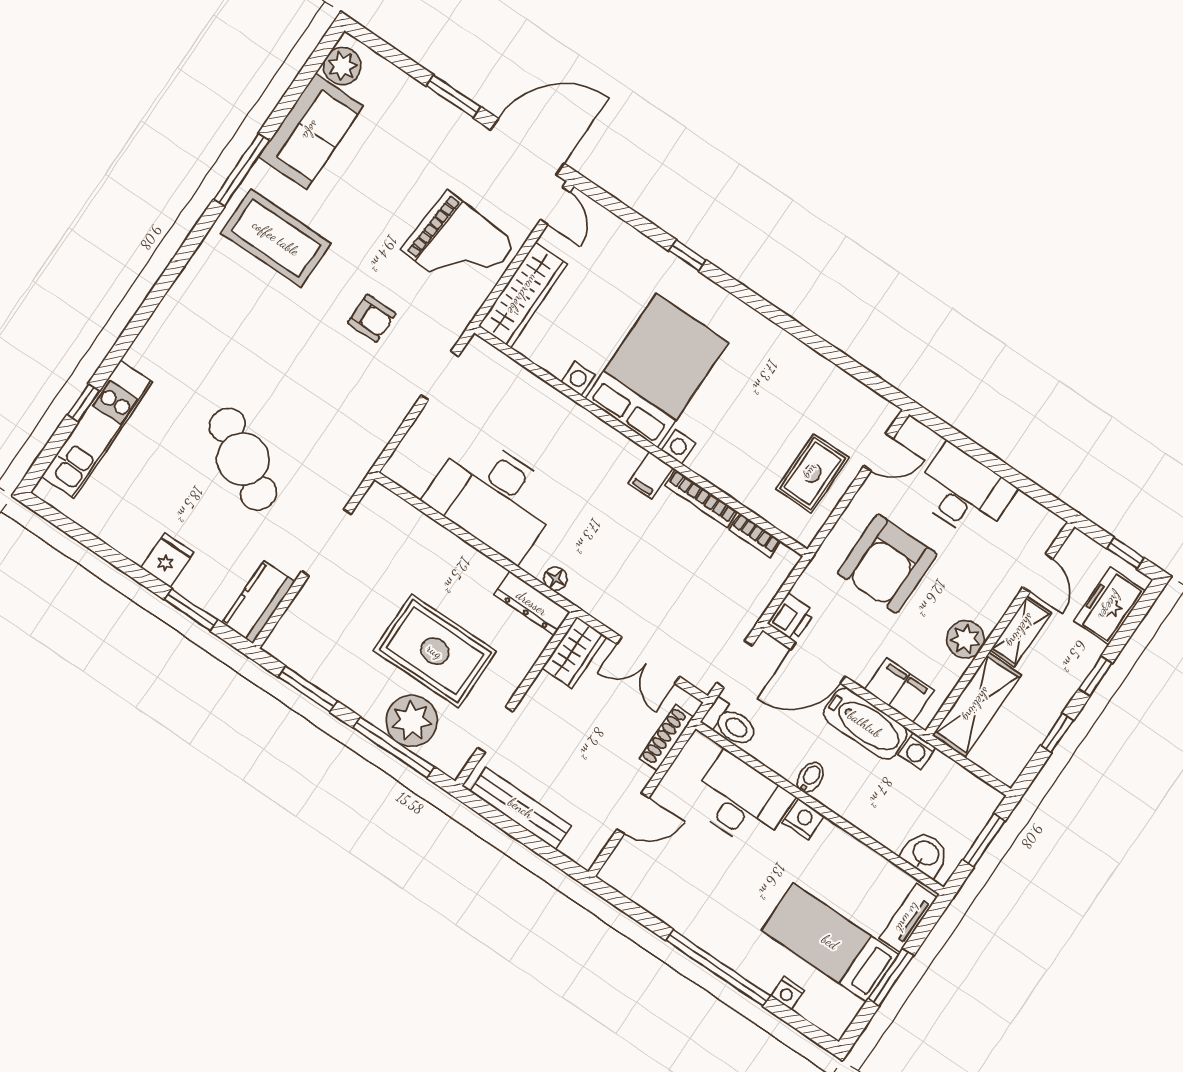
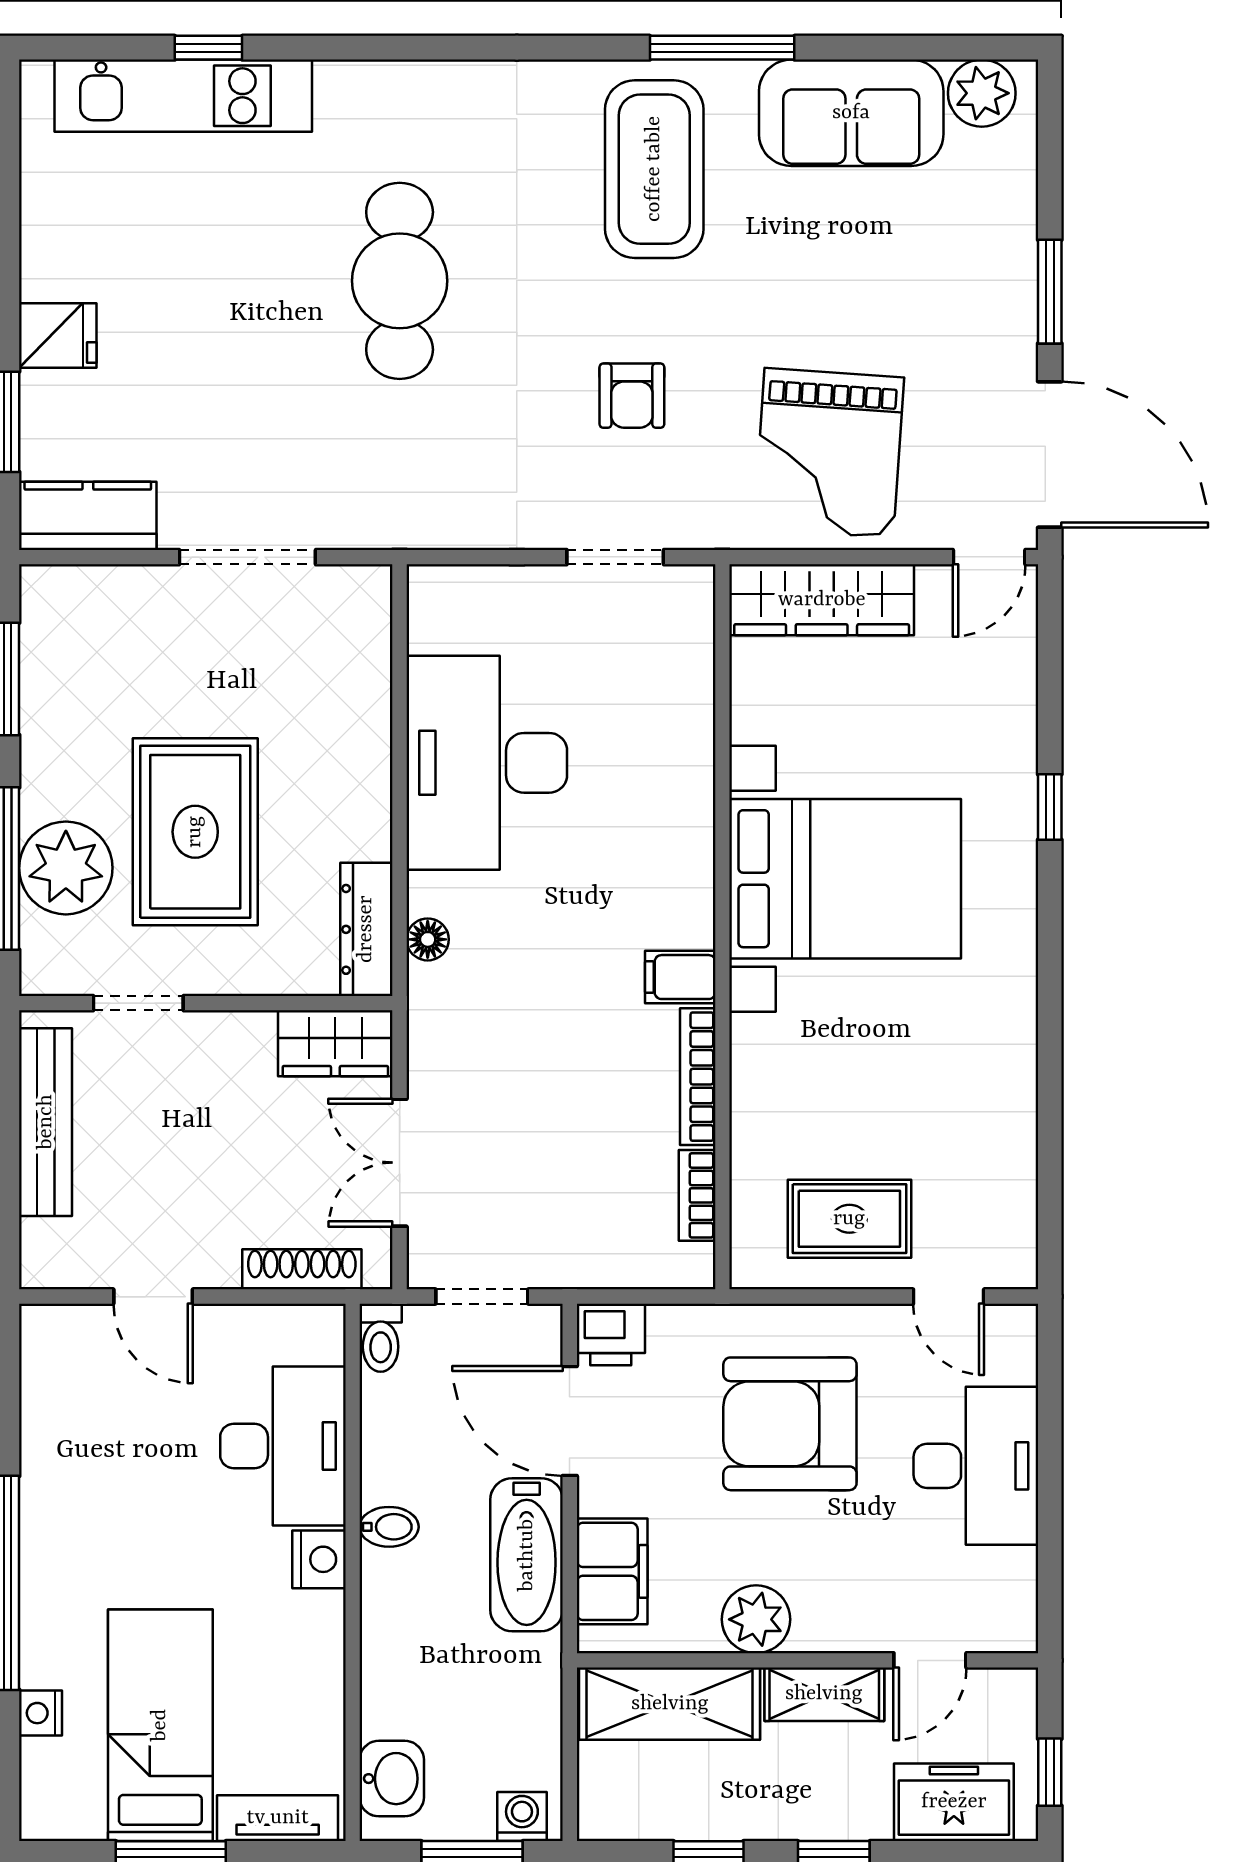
cafe table: (243, 459) -> (400, 281), moved, turned -31
toilet: (730, 723) -> (381, 1338), width x0.73, depth x0.72
washing machine: (917, 751) -> (522, 1816), moved, turned 90

